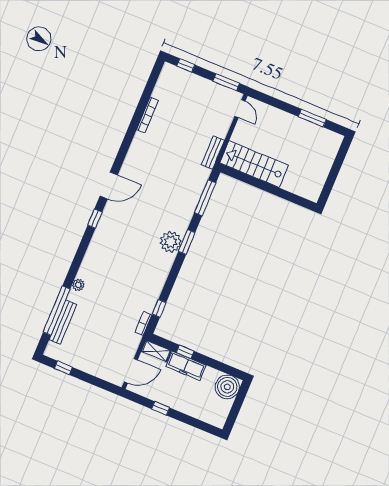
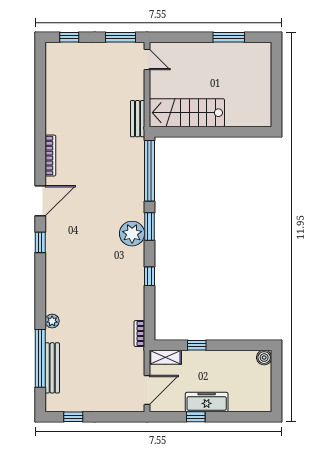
bookcase: (147, 115) -> (50, 156), moved
window: (205, 198) -> (149, 171), width x1.46
window: (159, 308) -> (149, 276), moved
freezer: (186, 366) -> (207, 402), moved, turned 180
boiler: (227, 387) -> (264, 358), width x0.54, depth x0.54

